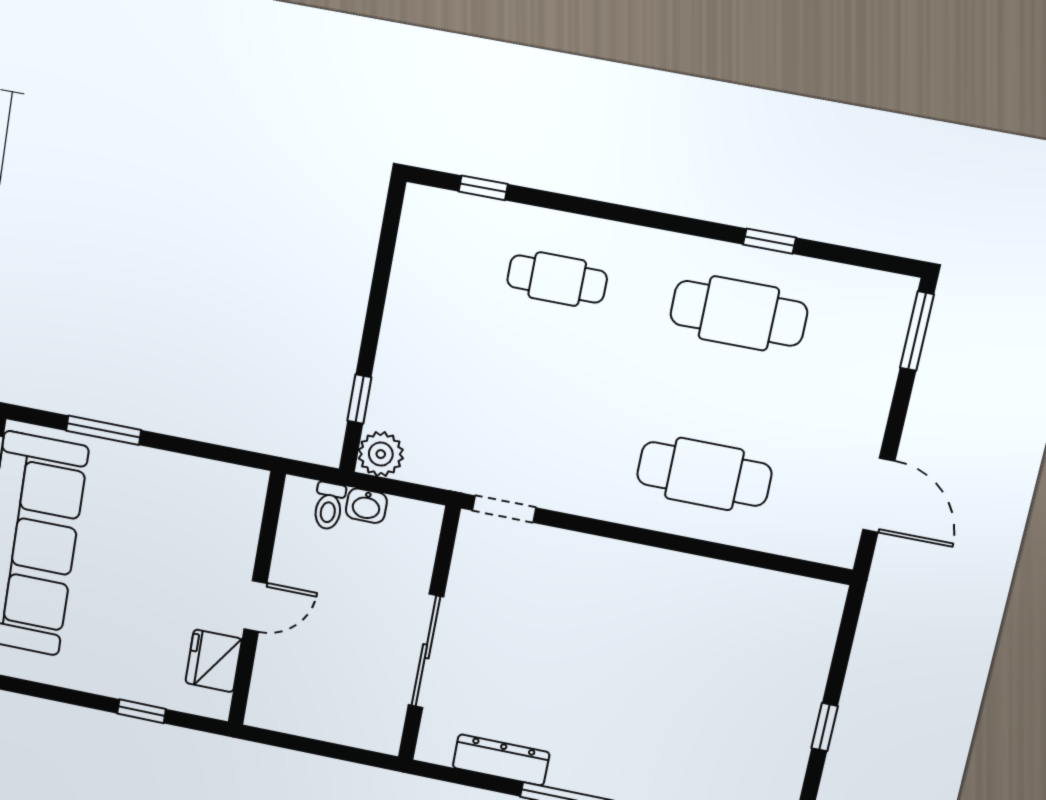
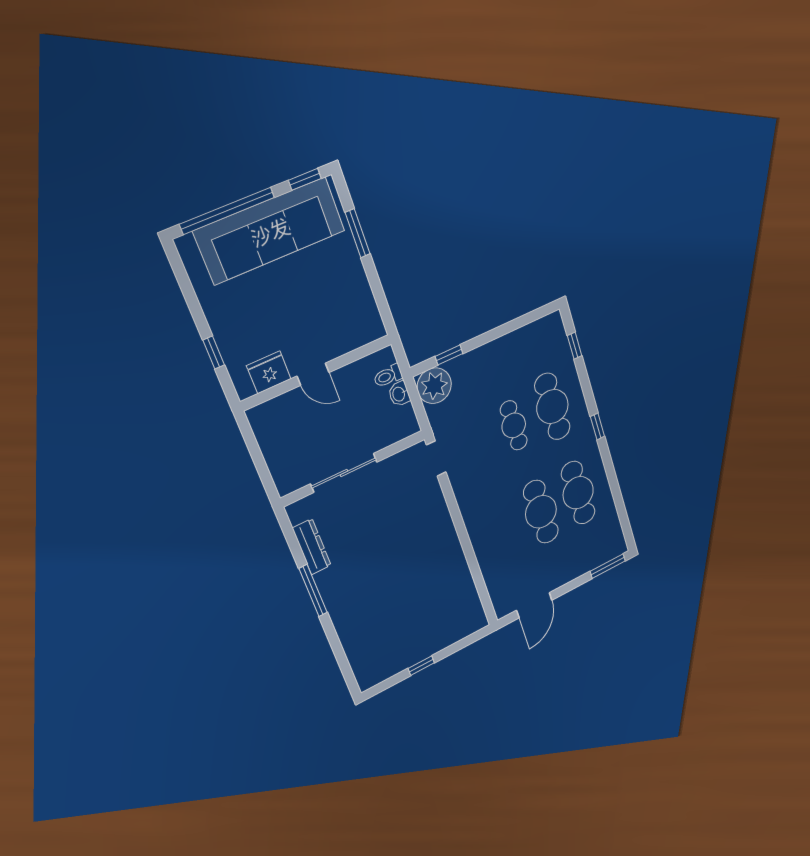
window: (769, 241) -> (598, 427), moved
cafe table: (557, 279) -> (552, 407), width x1.37, depth x1.35
cafe table: (541, 360) -> (514, 425), added
plant: (381, 454) -> (434, 386), width x1.36, depth x1.36
cafe table: (704, 474) -> (541, 512), moved

